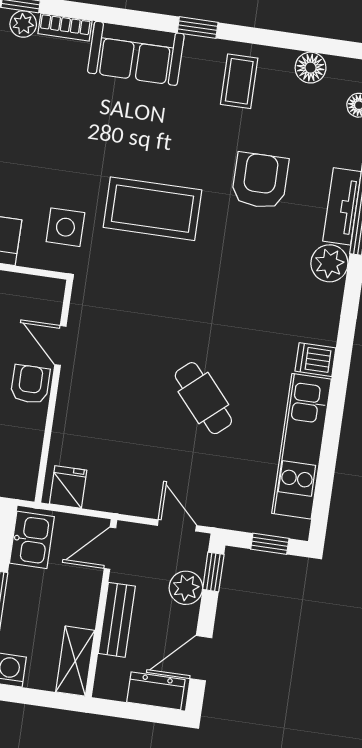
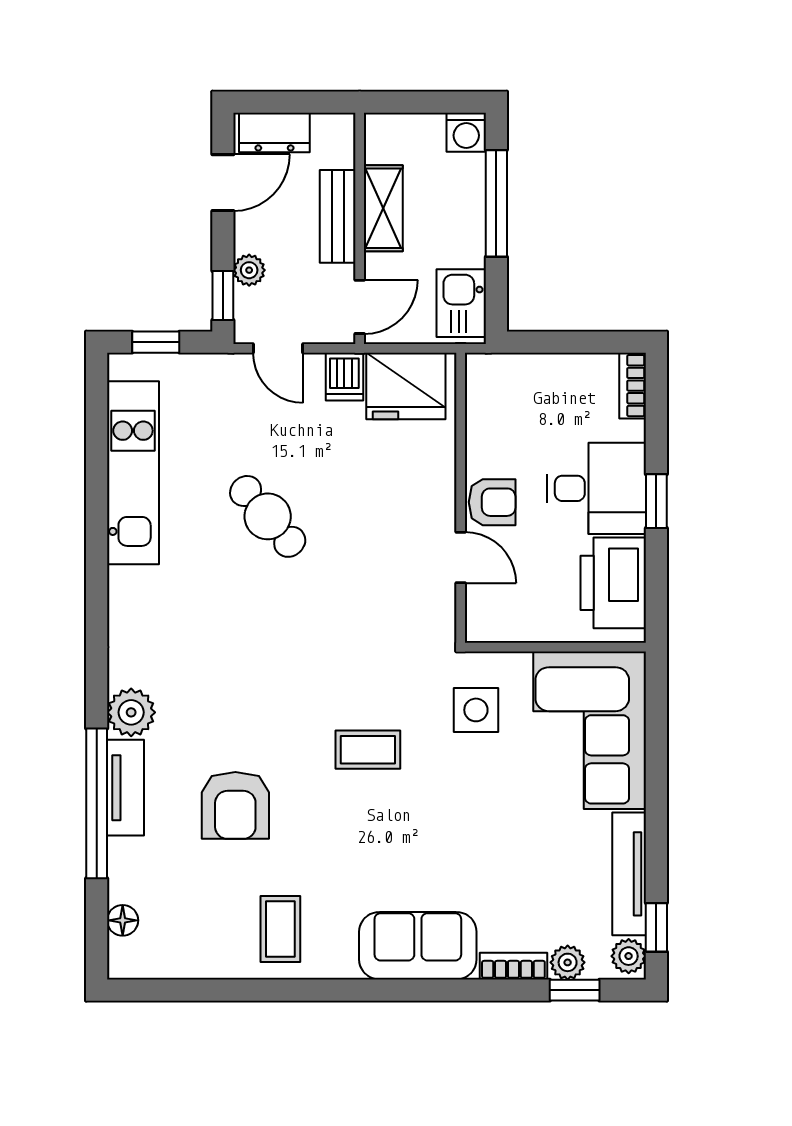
window: (198, 28) -> (343, 990), removed
floor lamp: (311, 68) -> (191, 960), removed
coffee table: (152, 209) -> (368, 750), width x0.54, depth x0.58
dishwasher: (315, 360) -> (344, 377), moved, turned 90
armchair: (30, 384) -> (492, 502), turned -90
fridge: (68, 487) -> (406, 386), width x1.88, depth x1.34
plant: (186, 588) -> (249, 270), width x0.73, depth x0.73
shelving: (75, 661) -> (383, 208), moved

